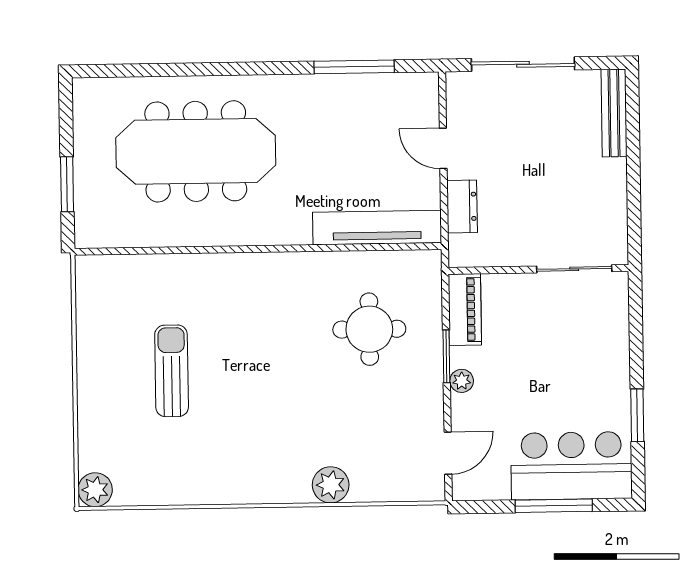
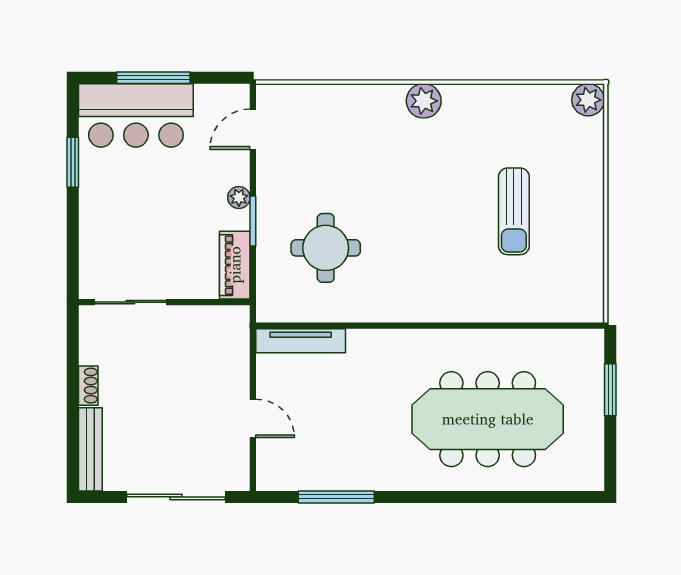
shoe rack: (617, 180) -> (88, 386), added
dresser: (462, 206) -> (236, 363), removed
tv unit: (377, 228) -> (301, 341), width x0.73, depth x0.78
plant: (331, 485) -> (424, 101), moved

